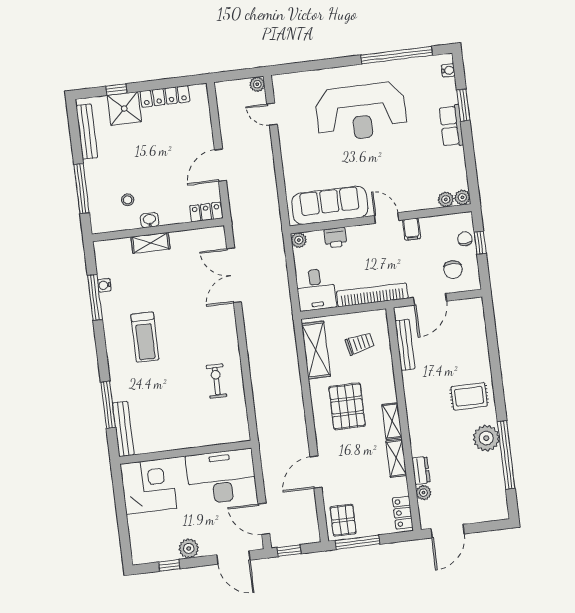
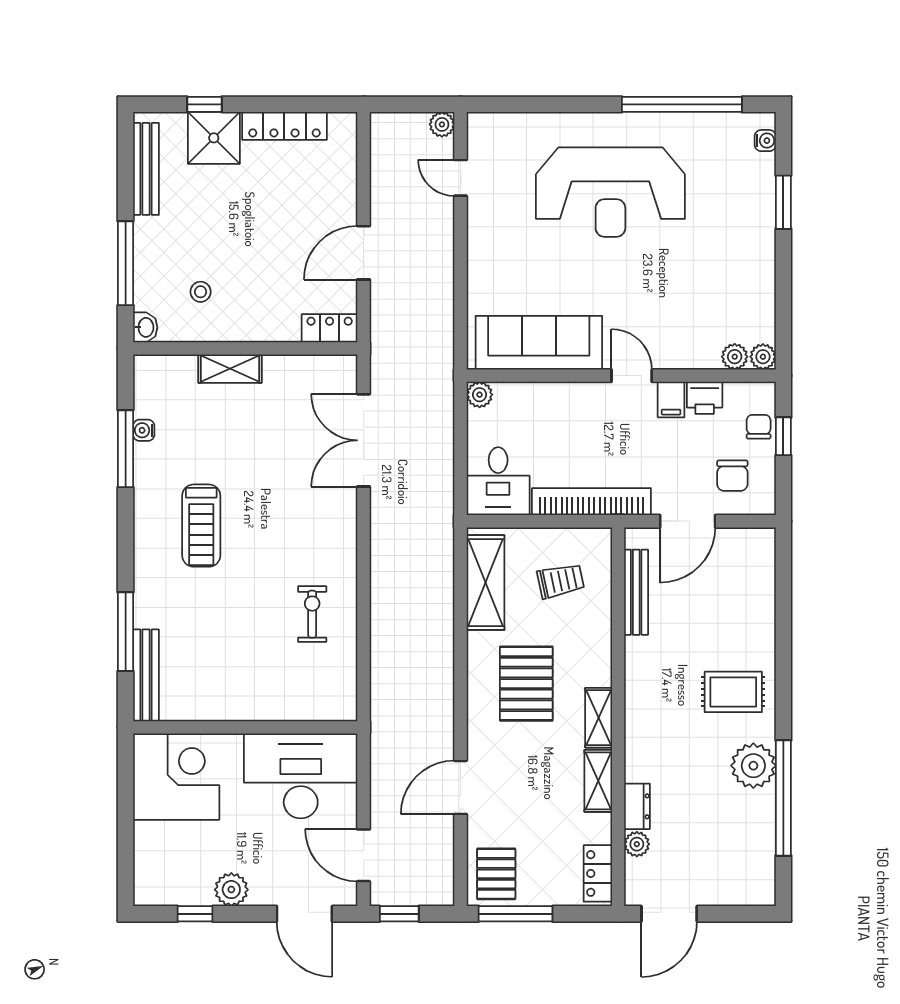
row of seats: (451, 126) -> (759, 234), removed
washbasin: (150, 220) -> (145, 327), moved, turned 90
printer: (335, 238) -> (705, 398), moved

